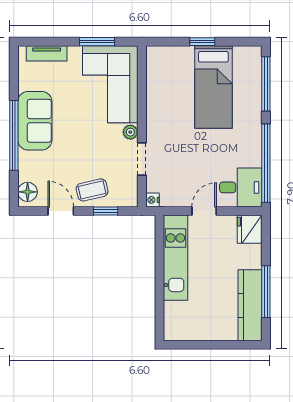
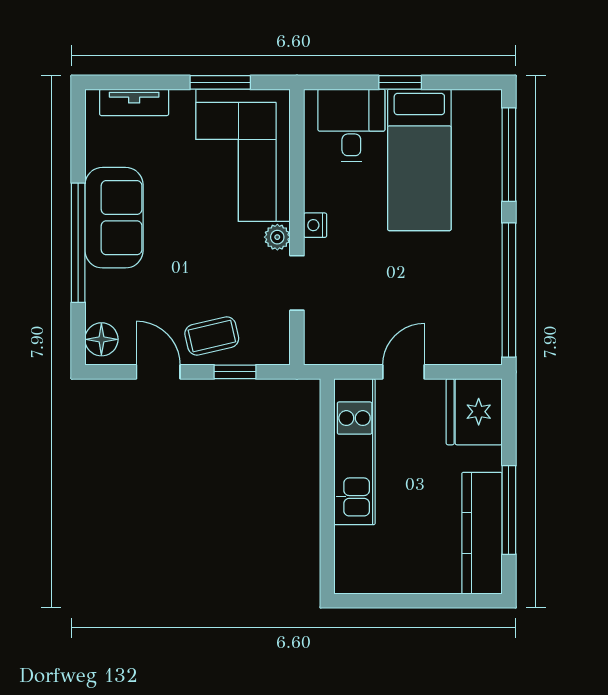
desk: (241, 187) -> (351, 125), moved, turned -90
nightstand: (152, 200) -> (315, 225), moved
fridge: (250, 229) -> (474, 412), width x1.36, depth x1.34

